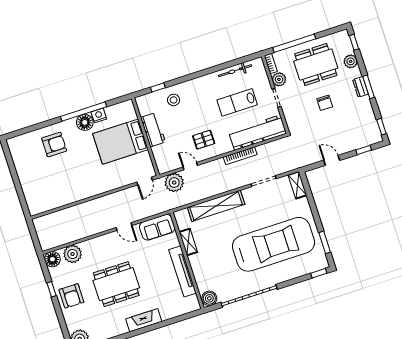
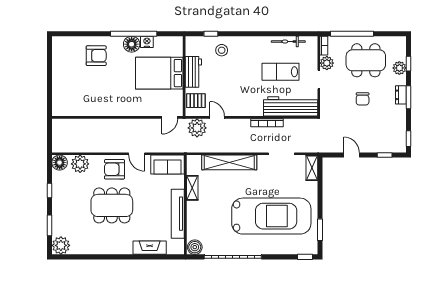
window: (354, 42) -> (408, 64), moved
pallet: (204, 140) -> (196, 101), moved
armchair: (71, 296) -> (114, 169), moved, turned 90
fireplace: (144, 320) -> (150, 248), moved
window: (62, 323) -> (49, 225), added

